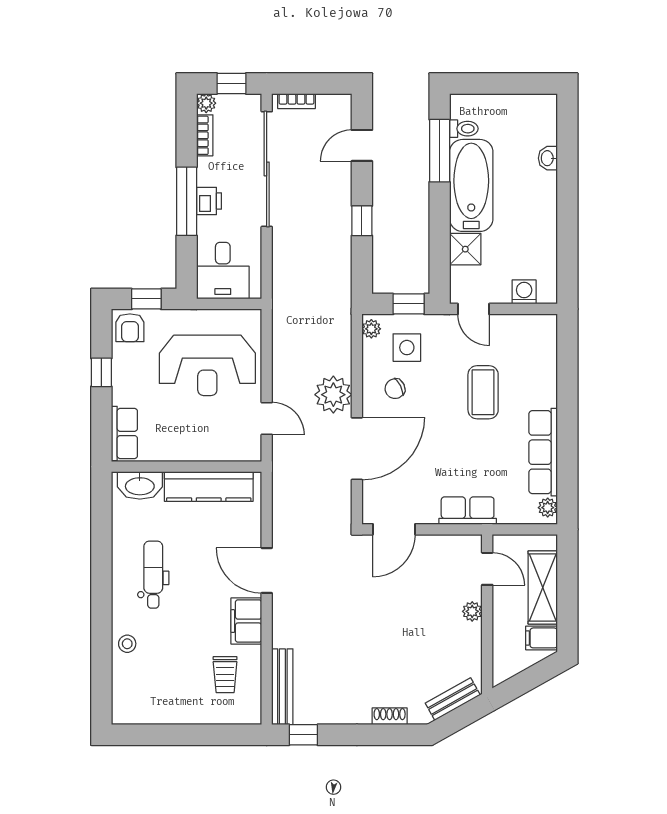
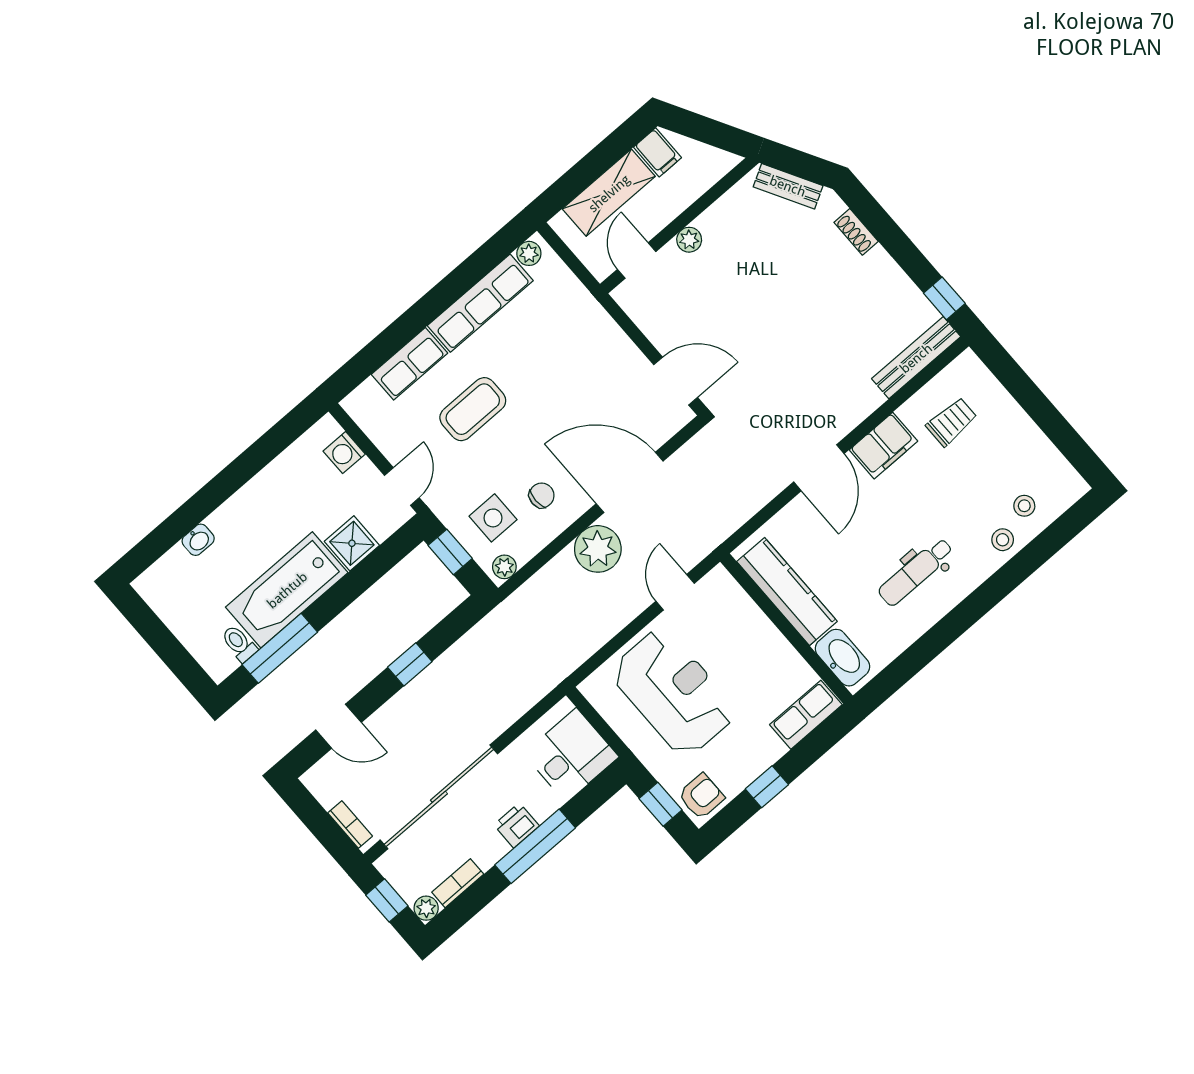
chair: (395, 389) -> (542, 495), turned -64
row of seats: (468, 511) -> (409, 364), moved, turned -90
stool: (136, 675) -> (1024, 506), added

